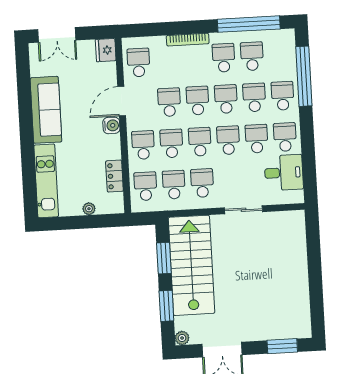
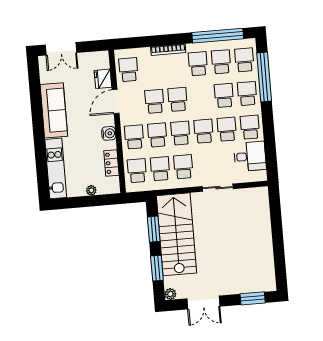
fridge: (106, 50) -> (103, 79), moved
school desk: (226, 99) -> (244, 60), moved
water cooler: (111, 125) -> (109, 133), moved

